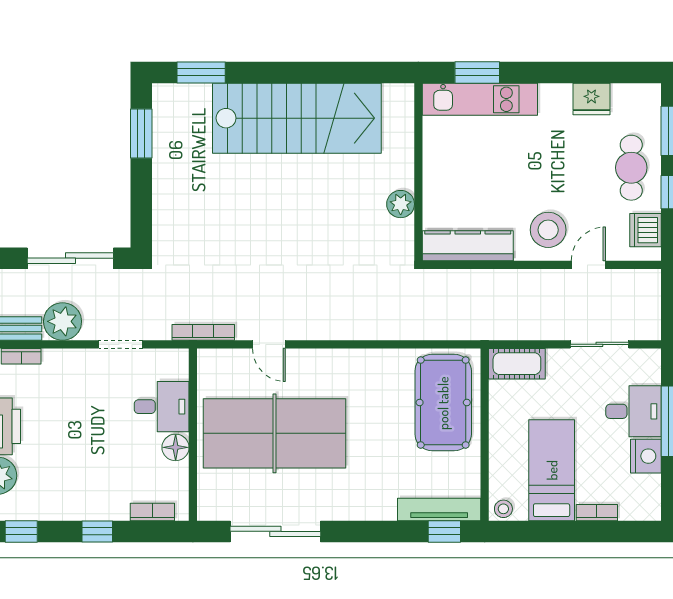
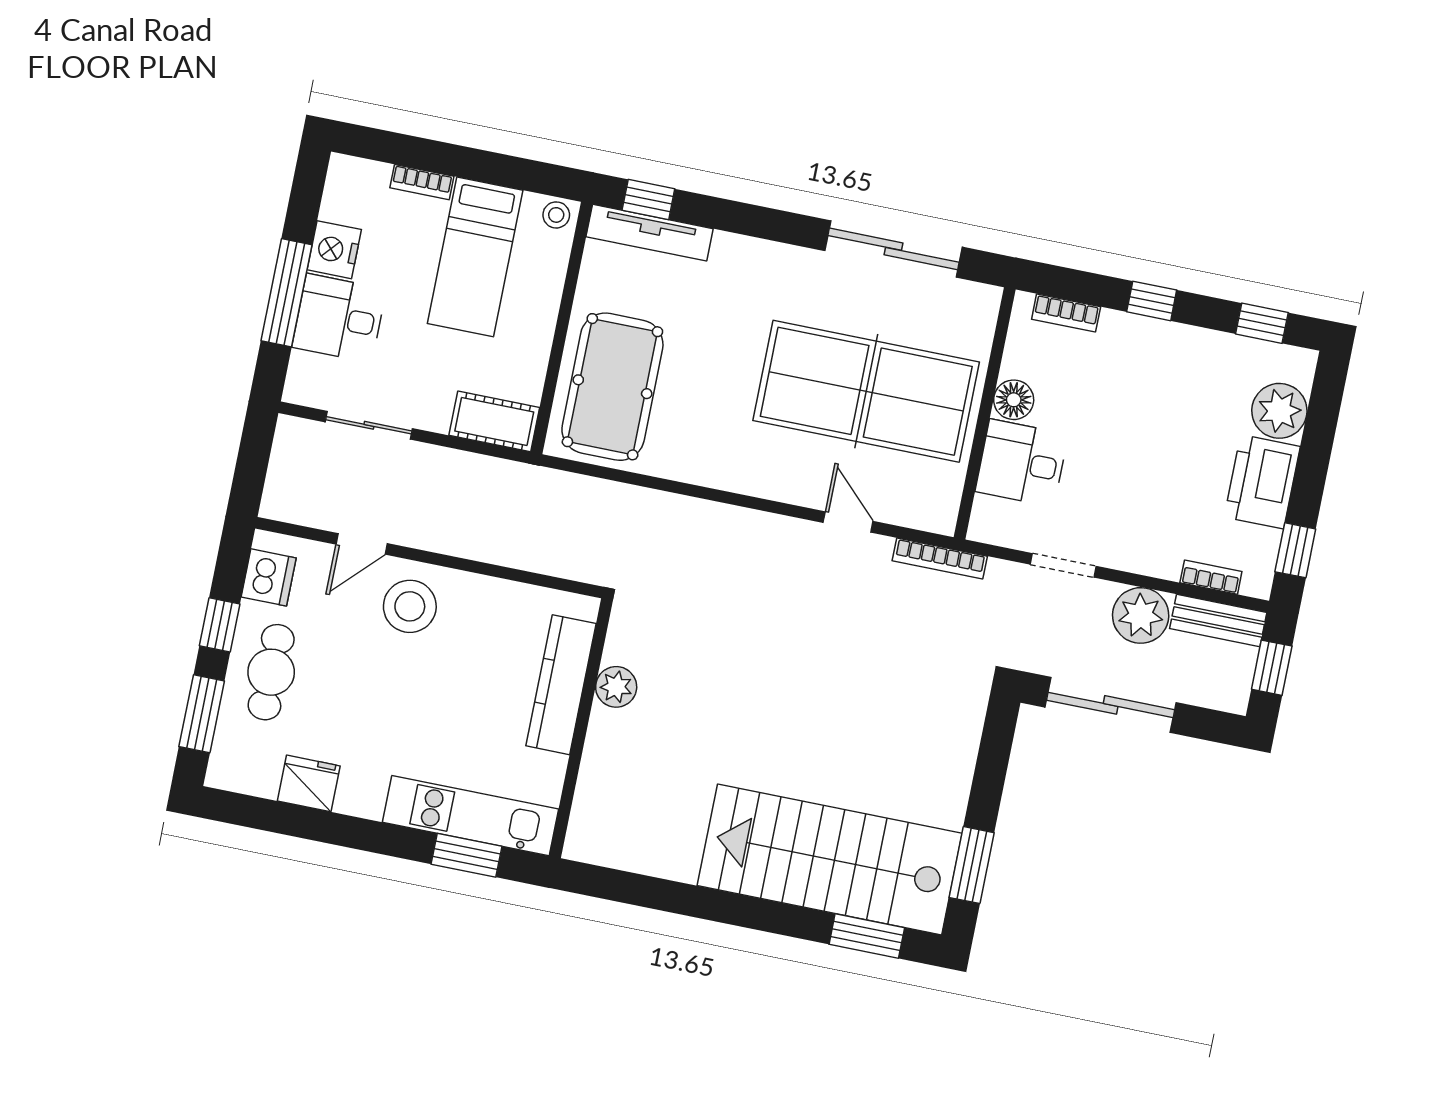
stairs: (297, 118) -> (830, 859), moved
kitchen counter: (468, 246) -> (561, 685), moved, turned 90

